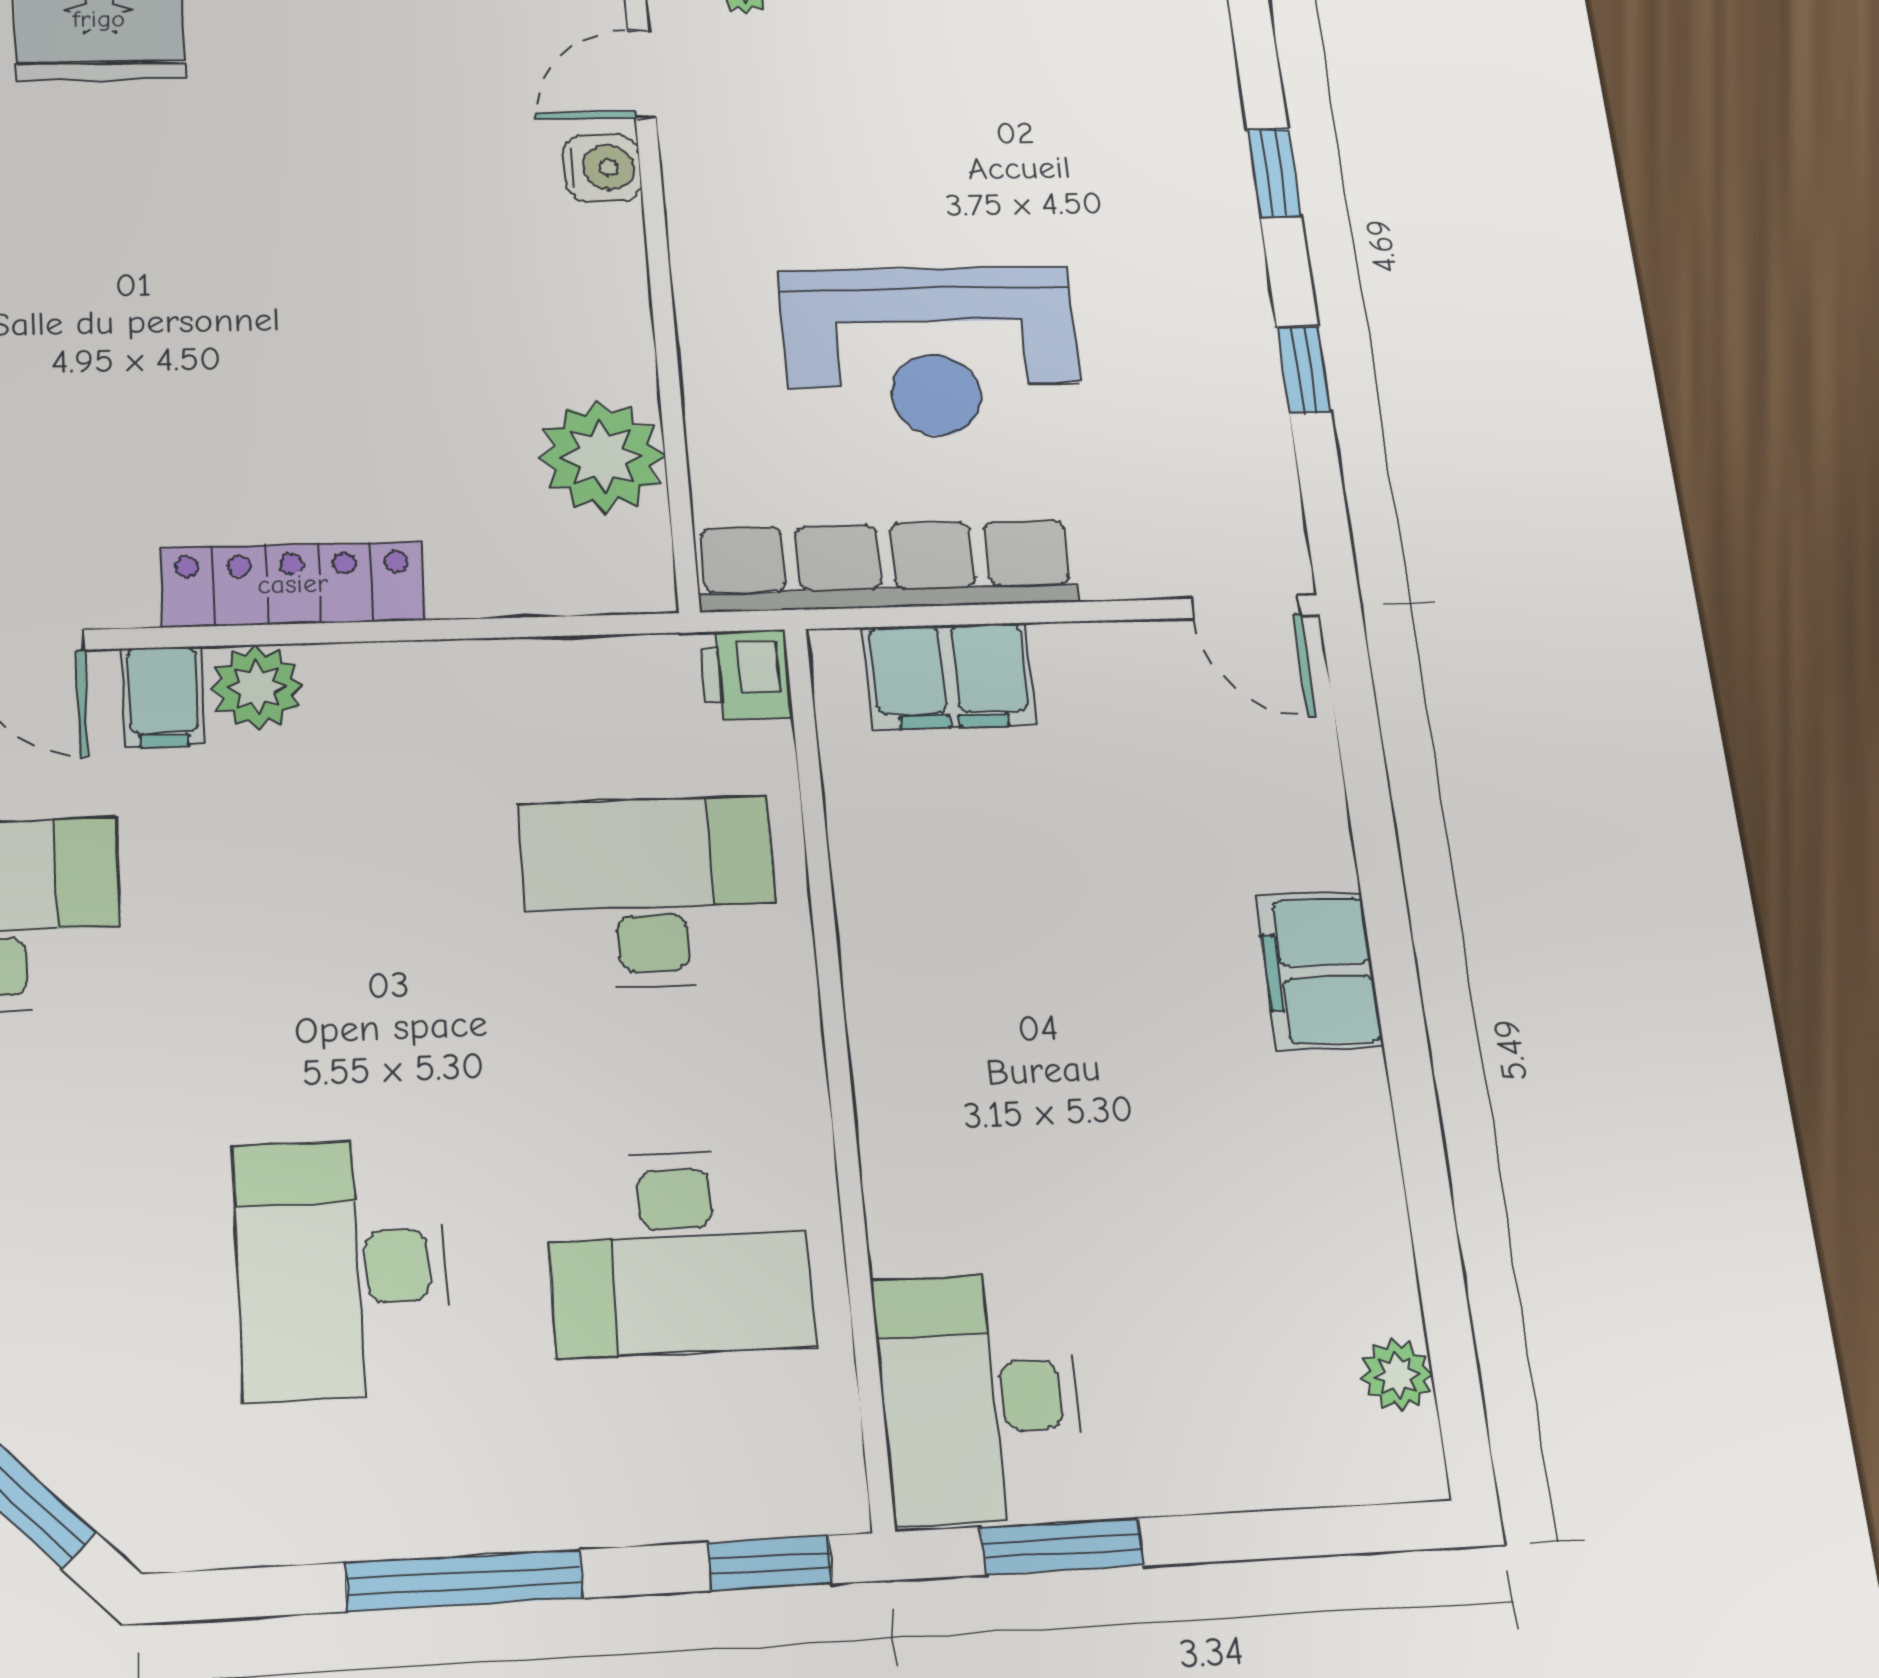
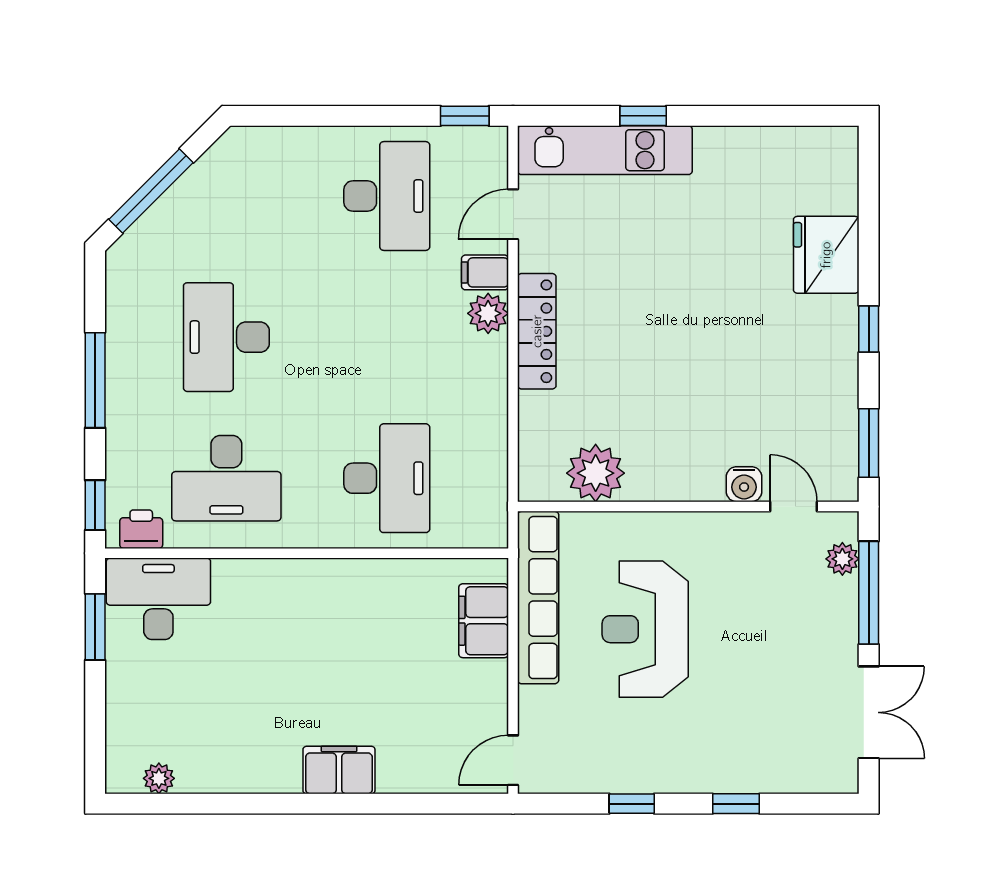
printer: (746, 675) -> (141, 529), moved
desk: (679, 1253) -> (226, 478), turned -90
desk: (341, 1269) -> (226, 337), turned -90

